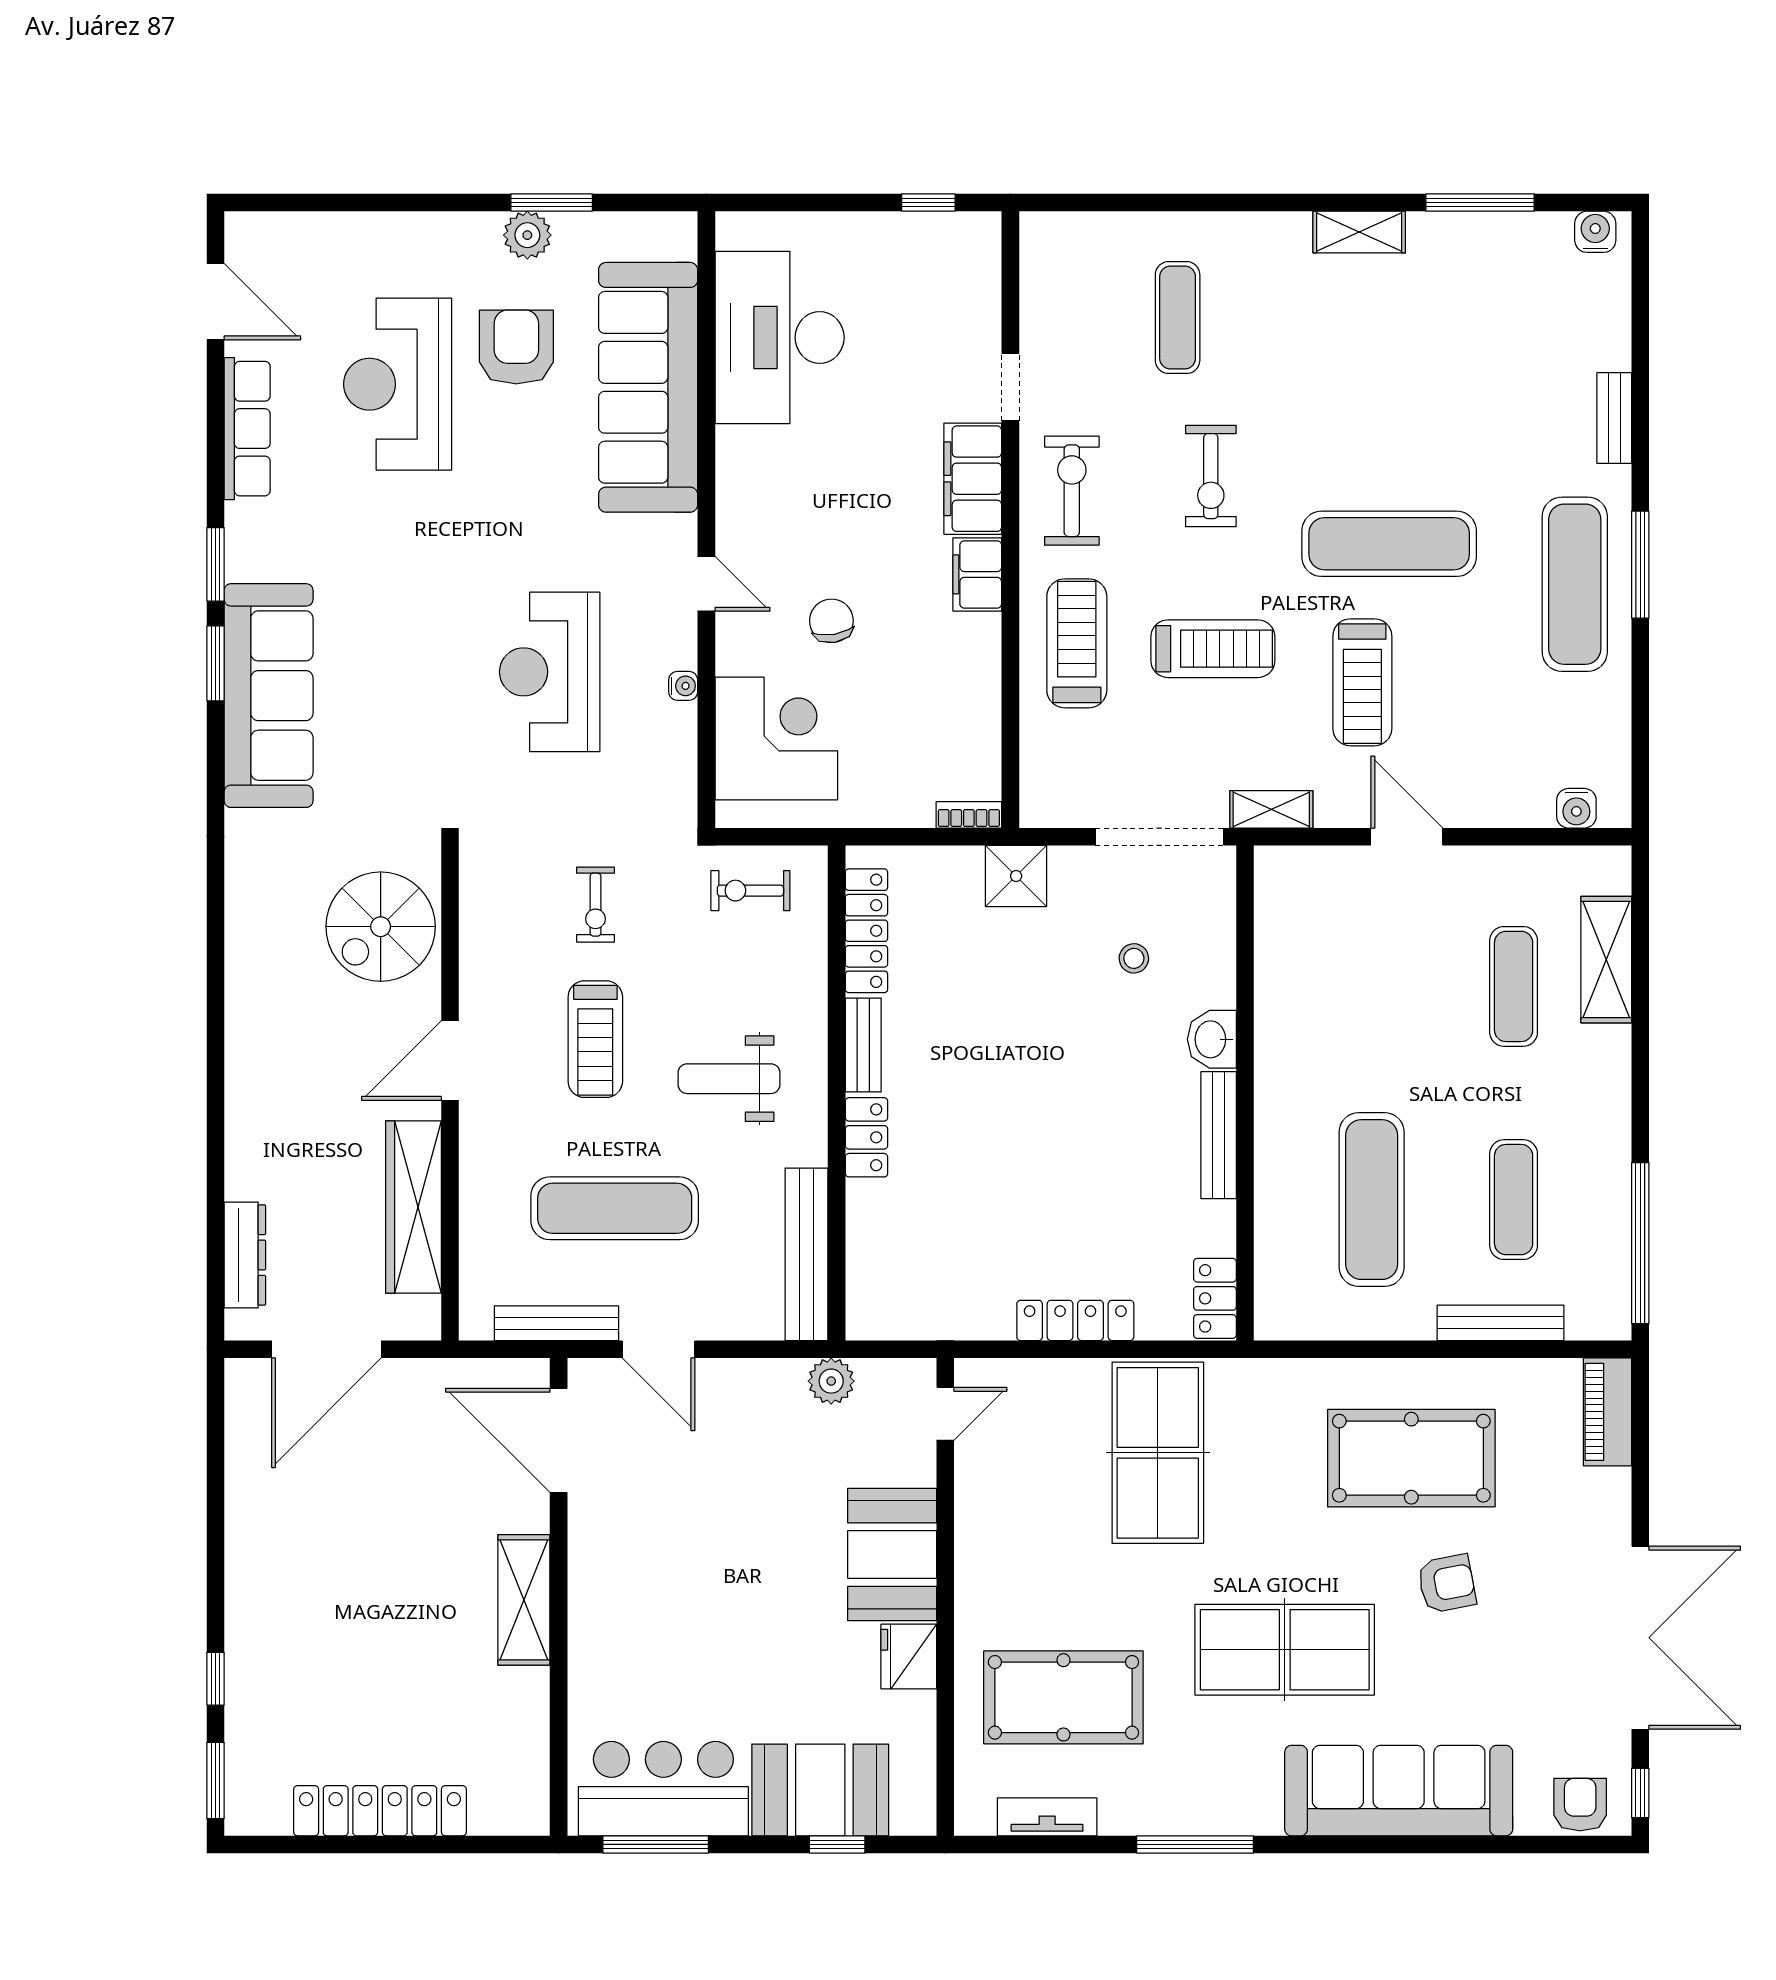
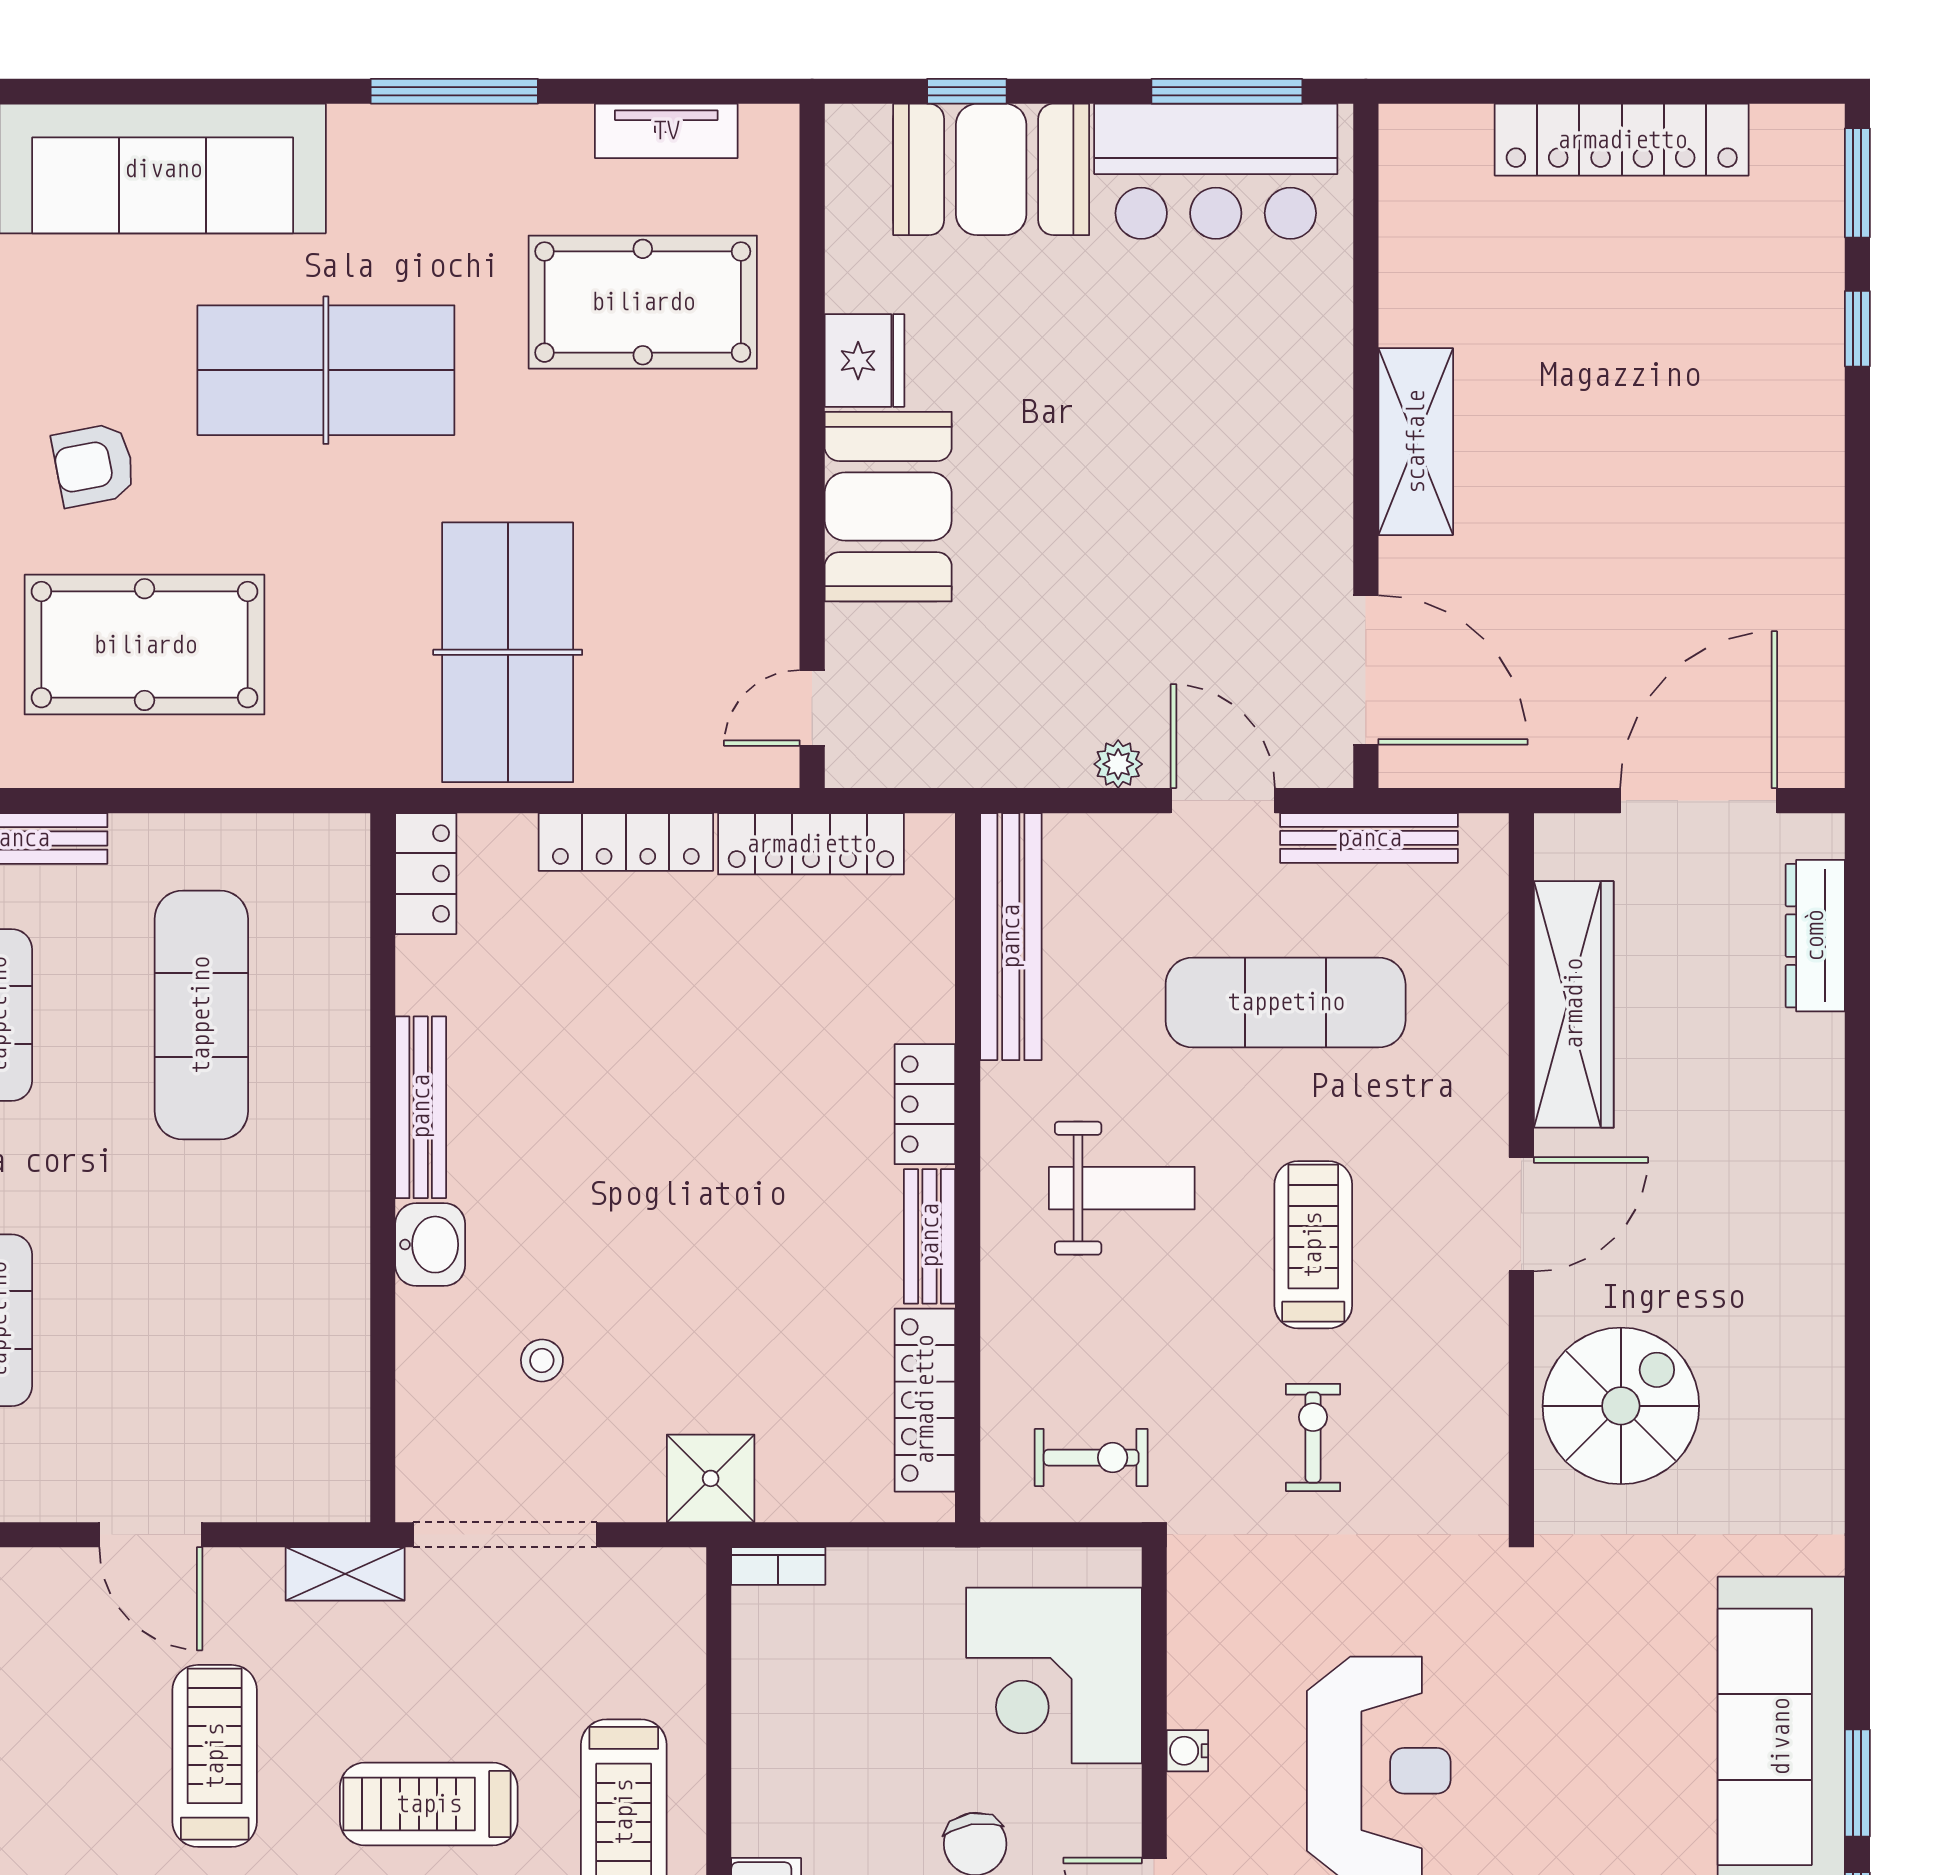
locker: (946, 1319) -> (811, 844), added
plant: (831, 1381) -> (1118, 764), moved, width x0.73, depth x0.73

